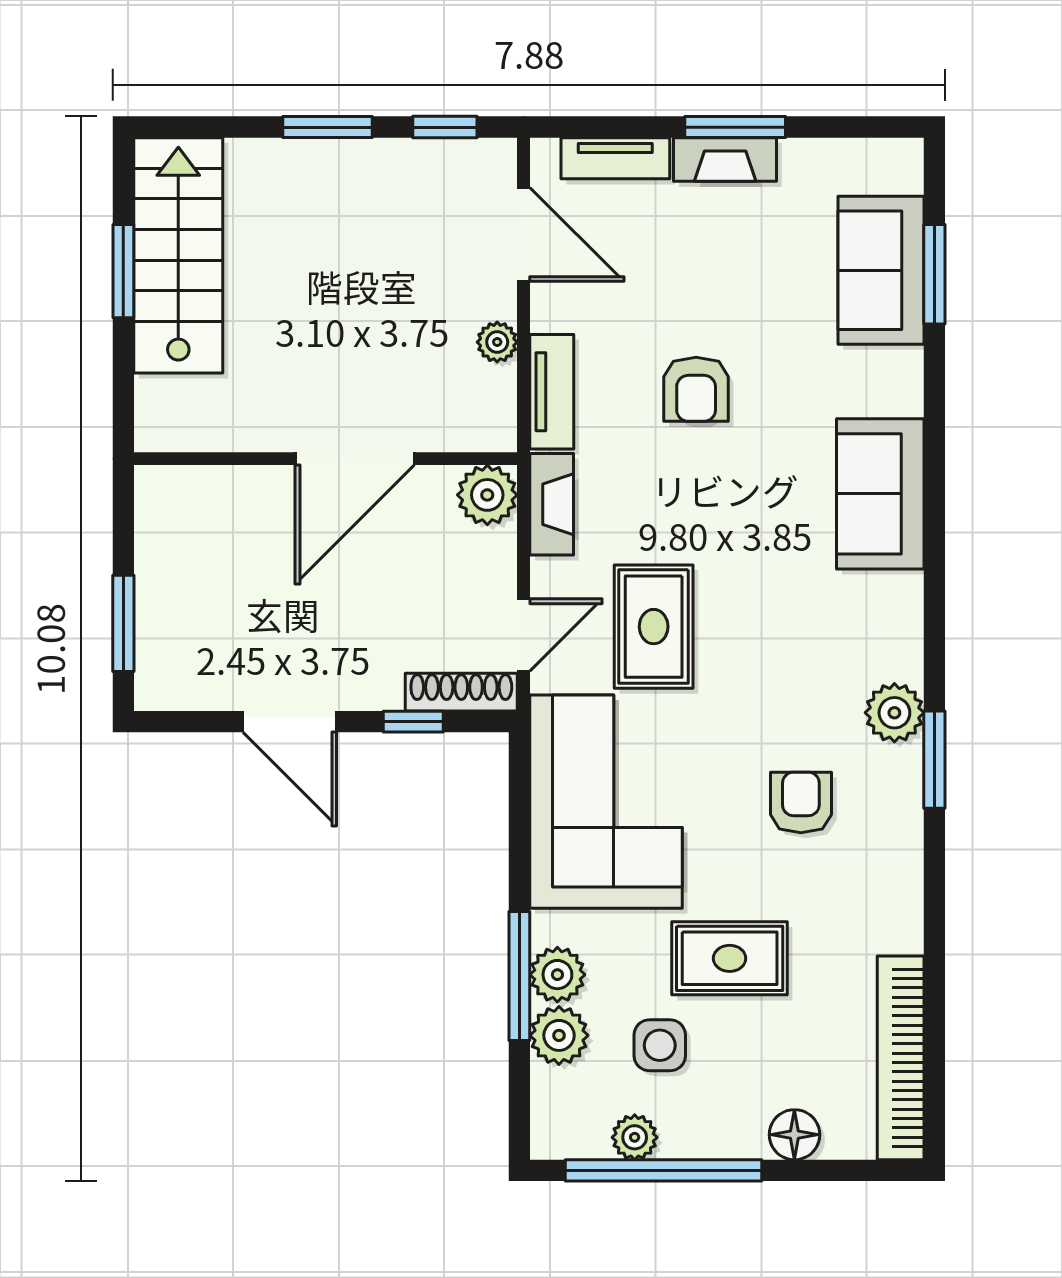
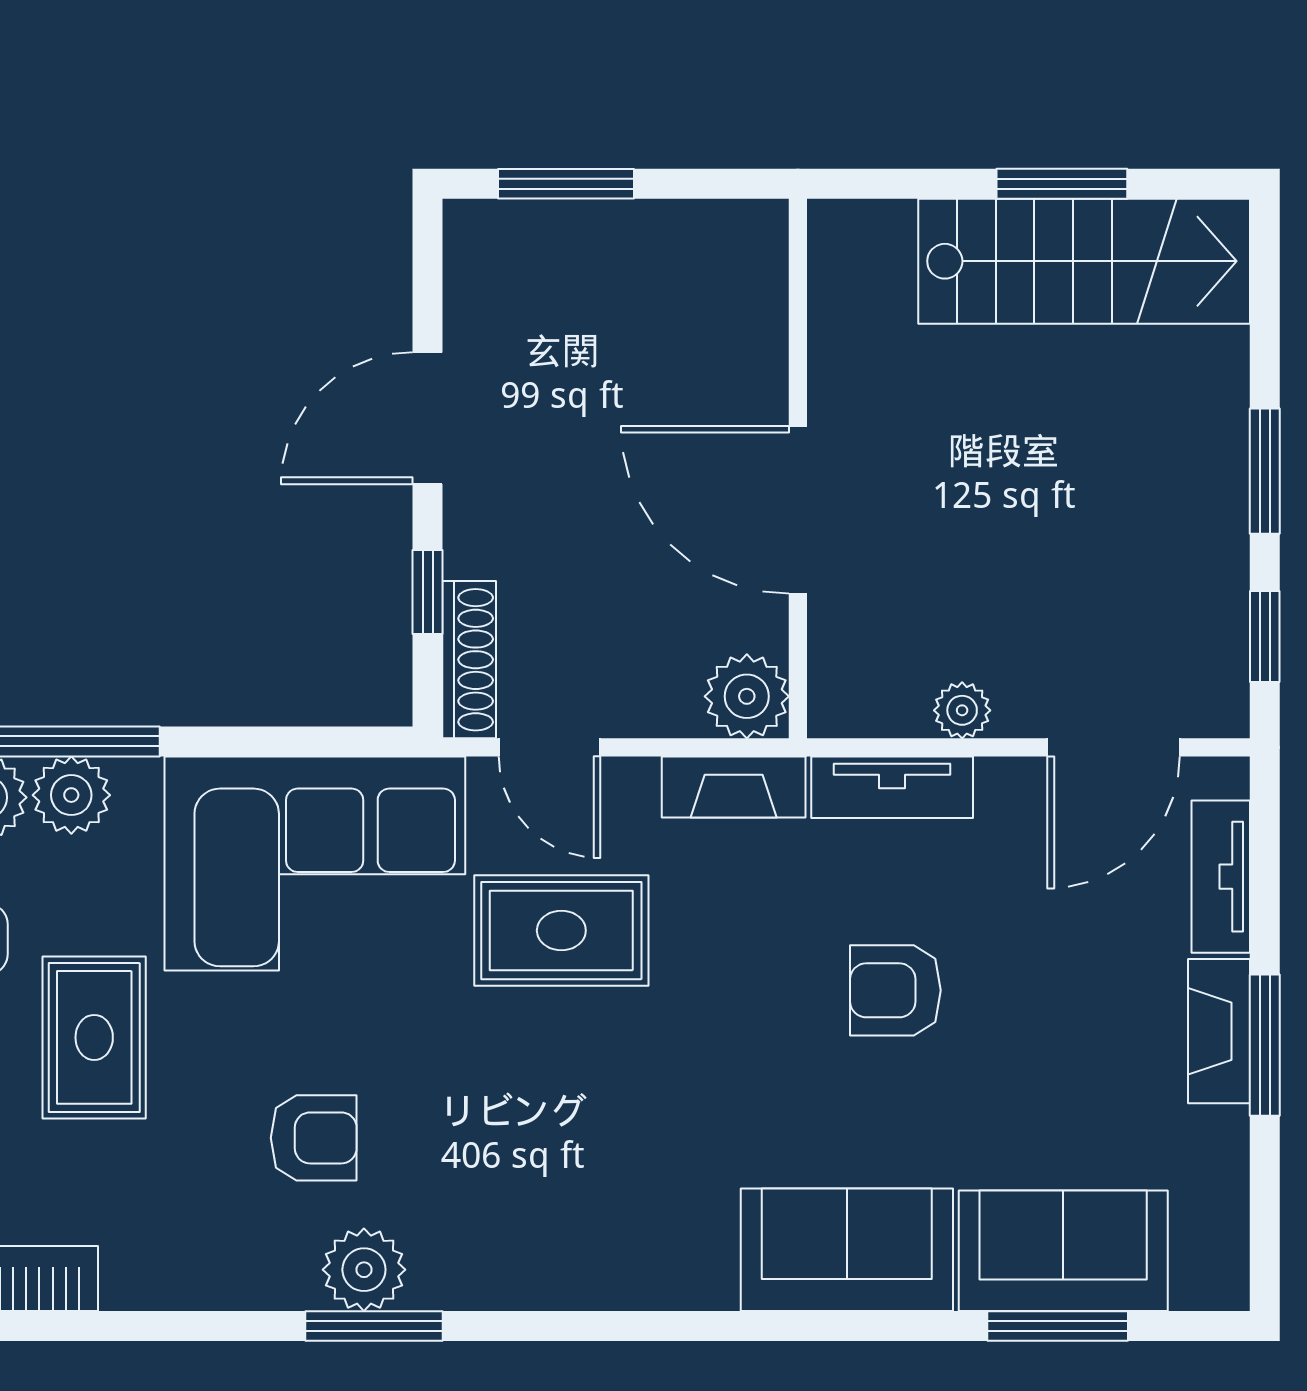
sofa: (880, 494) -> (847, 1250), moved
plant: (894, 713) -> (364, 1270), moved

